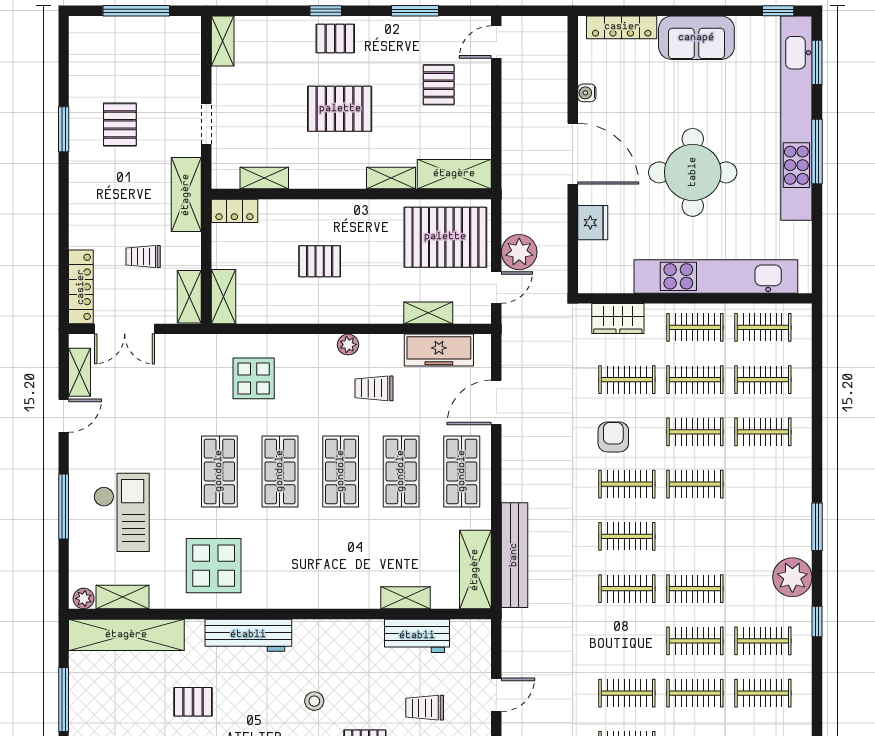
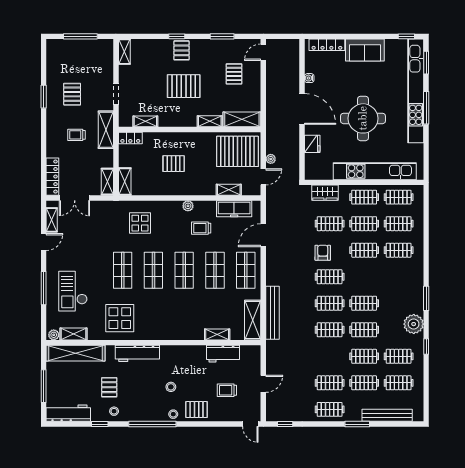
pallet: (335, 38) -> (181, 50), turned 90
plant: (519, 252) -> (271, 159), width x0.53, depth x0.53
trolley: (143, 257) -> (76, 135), moved
clothes rail: (695, 484) -> (364, 303), moved
checkout: (122, 512) -> (73, 291), turned 180
pallet: (193, 702) -> (109, 387), turned 90

